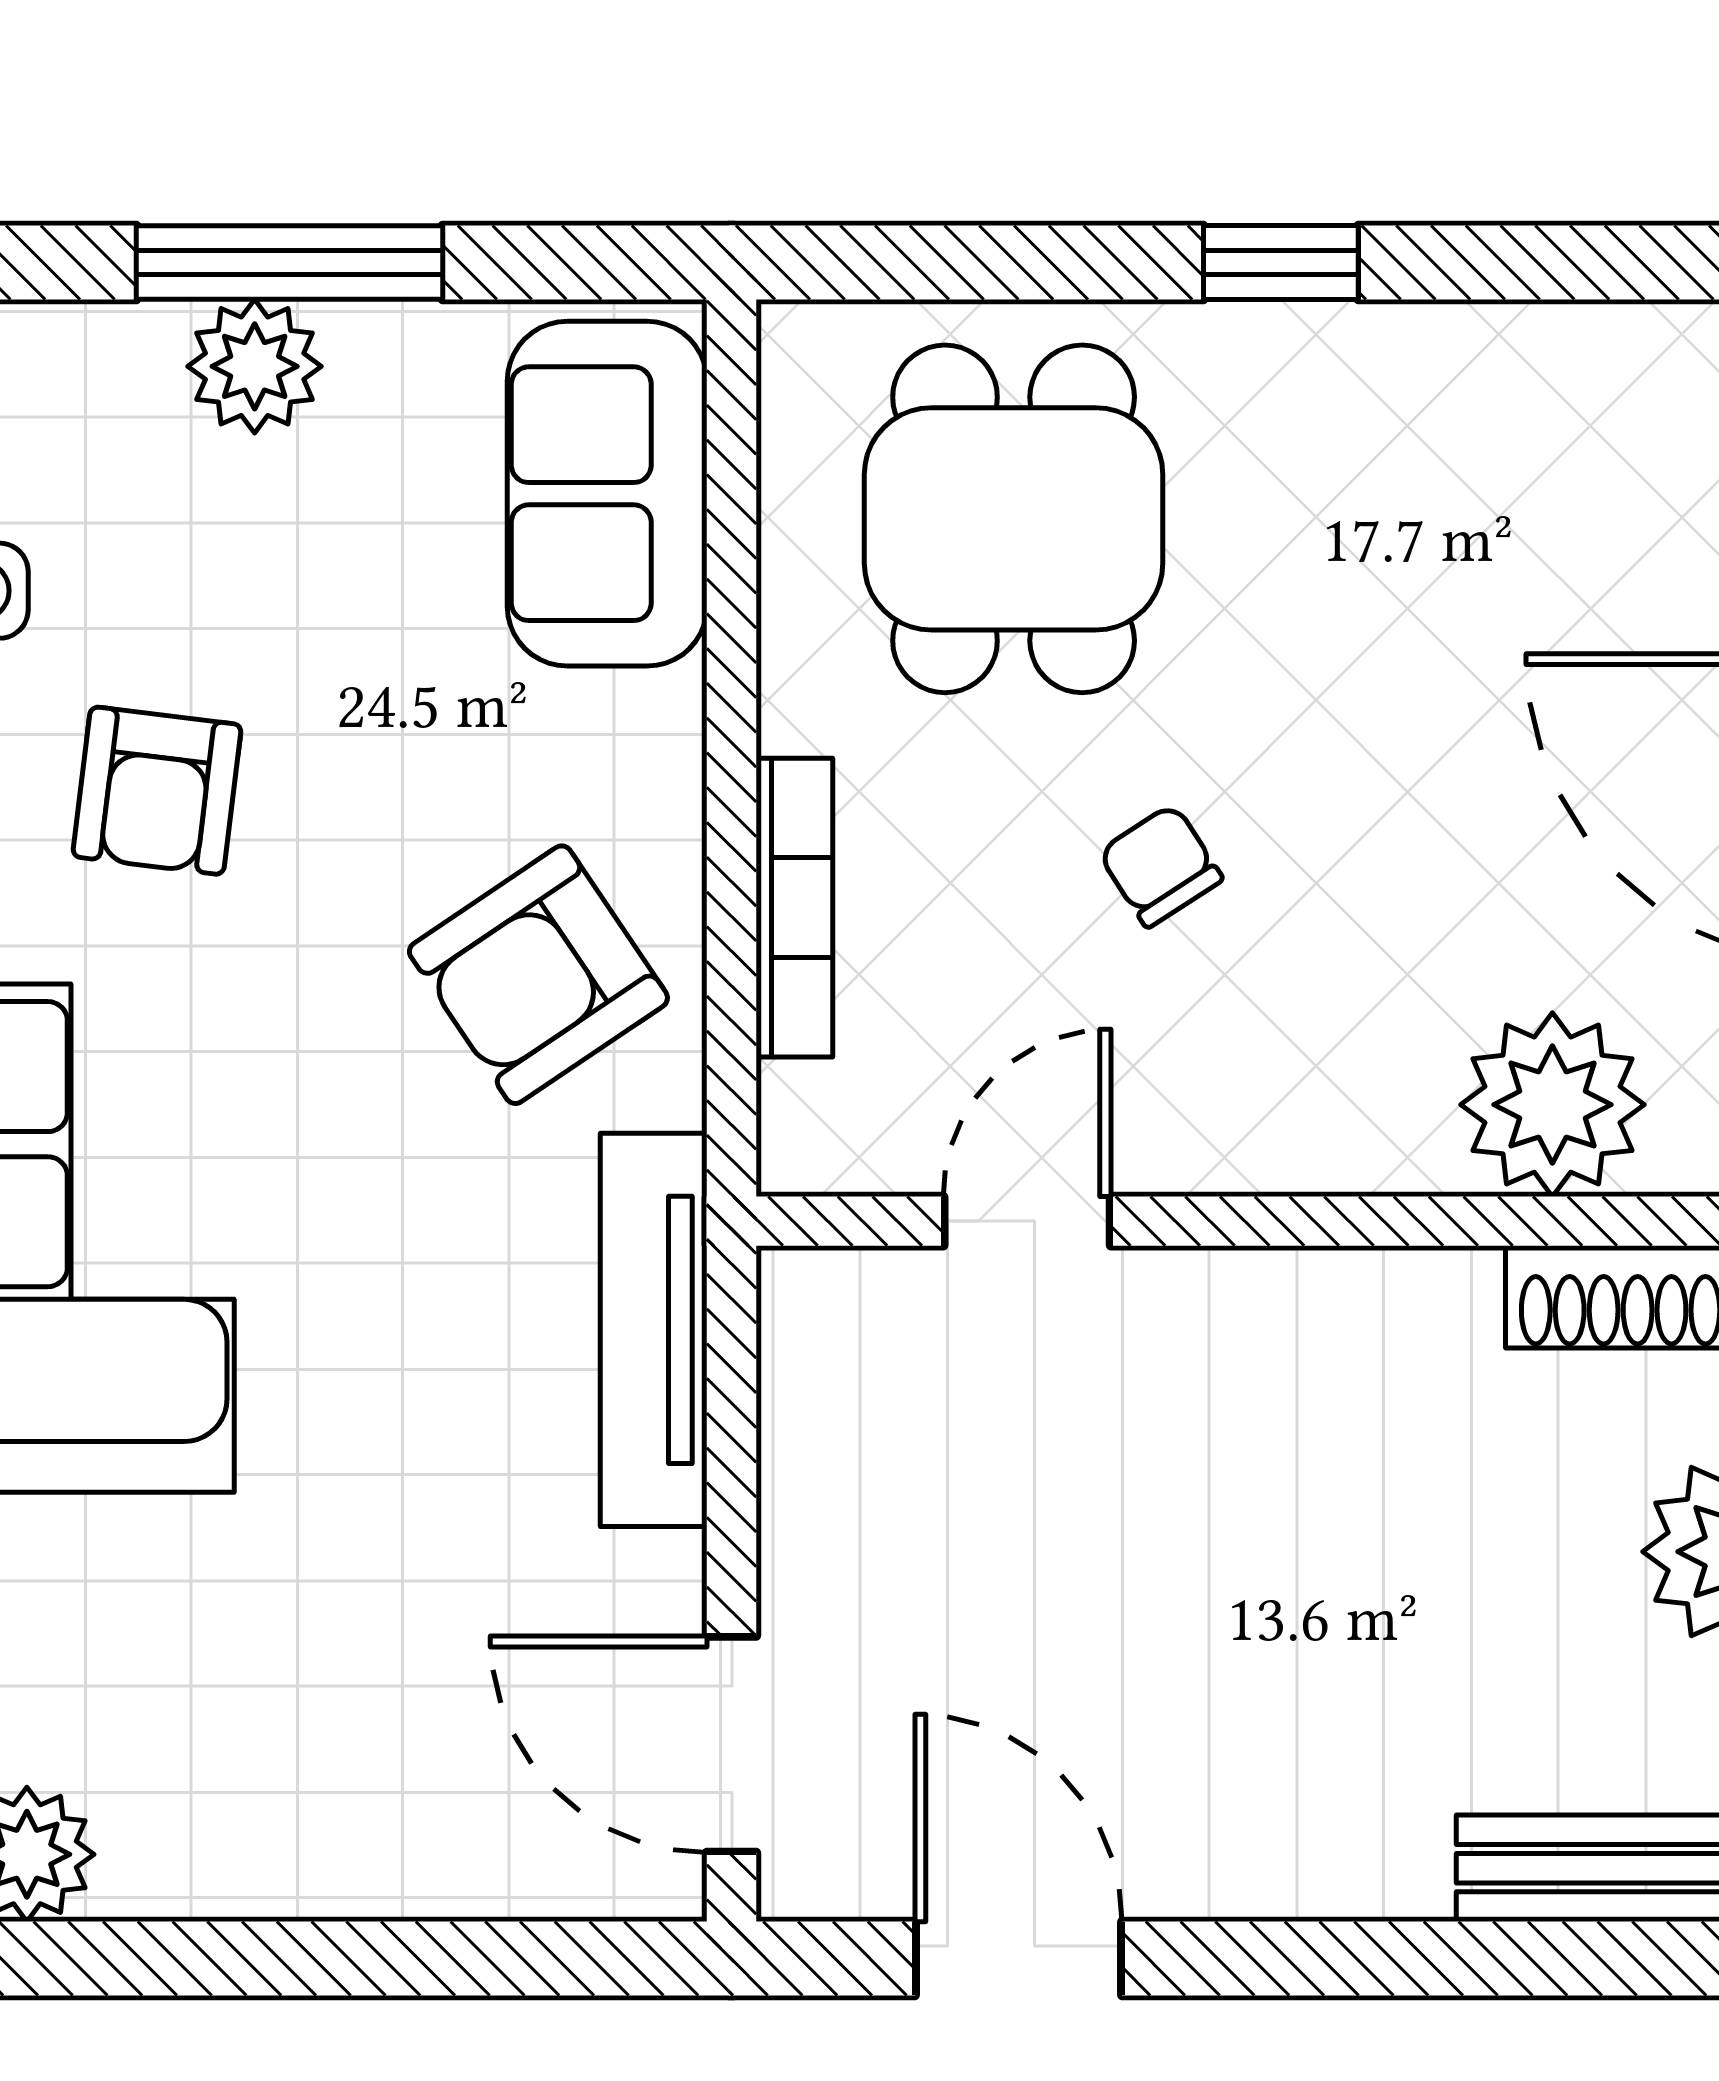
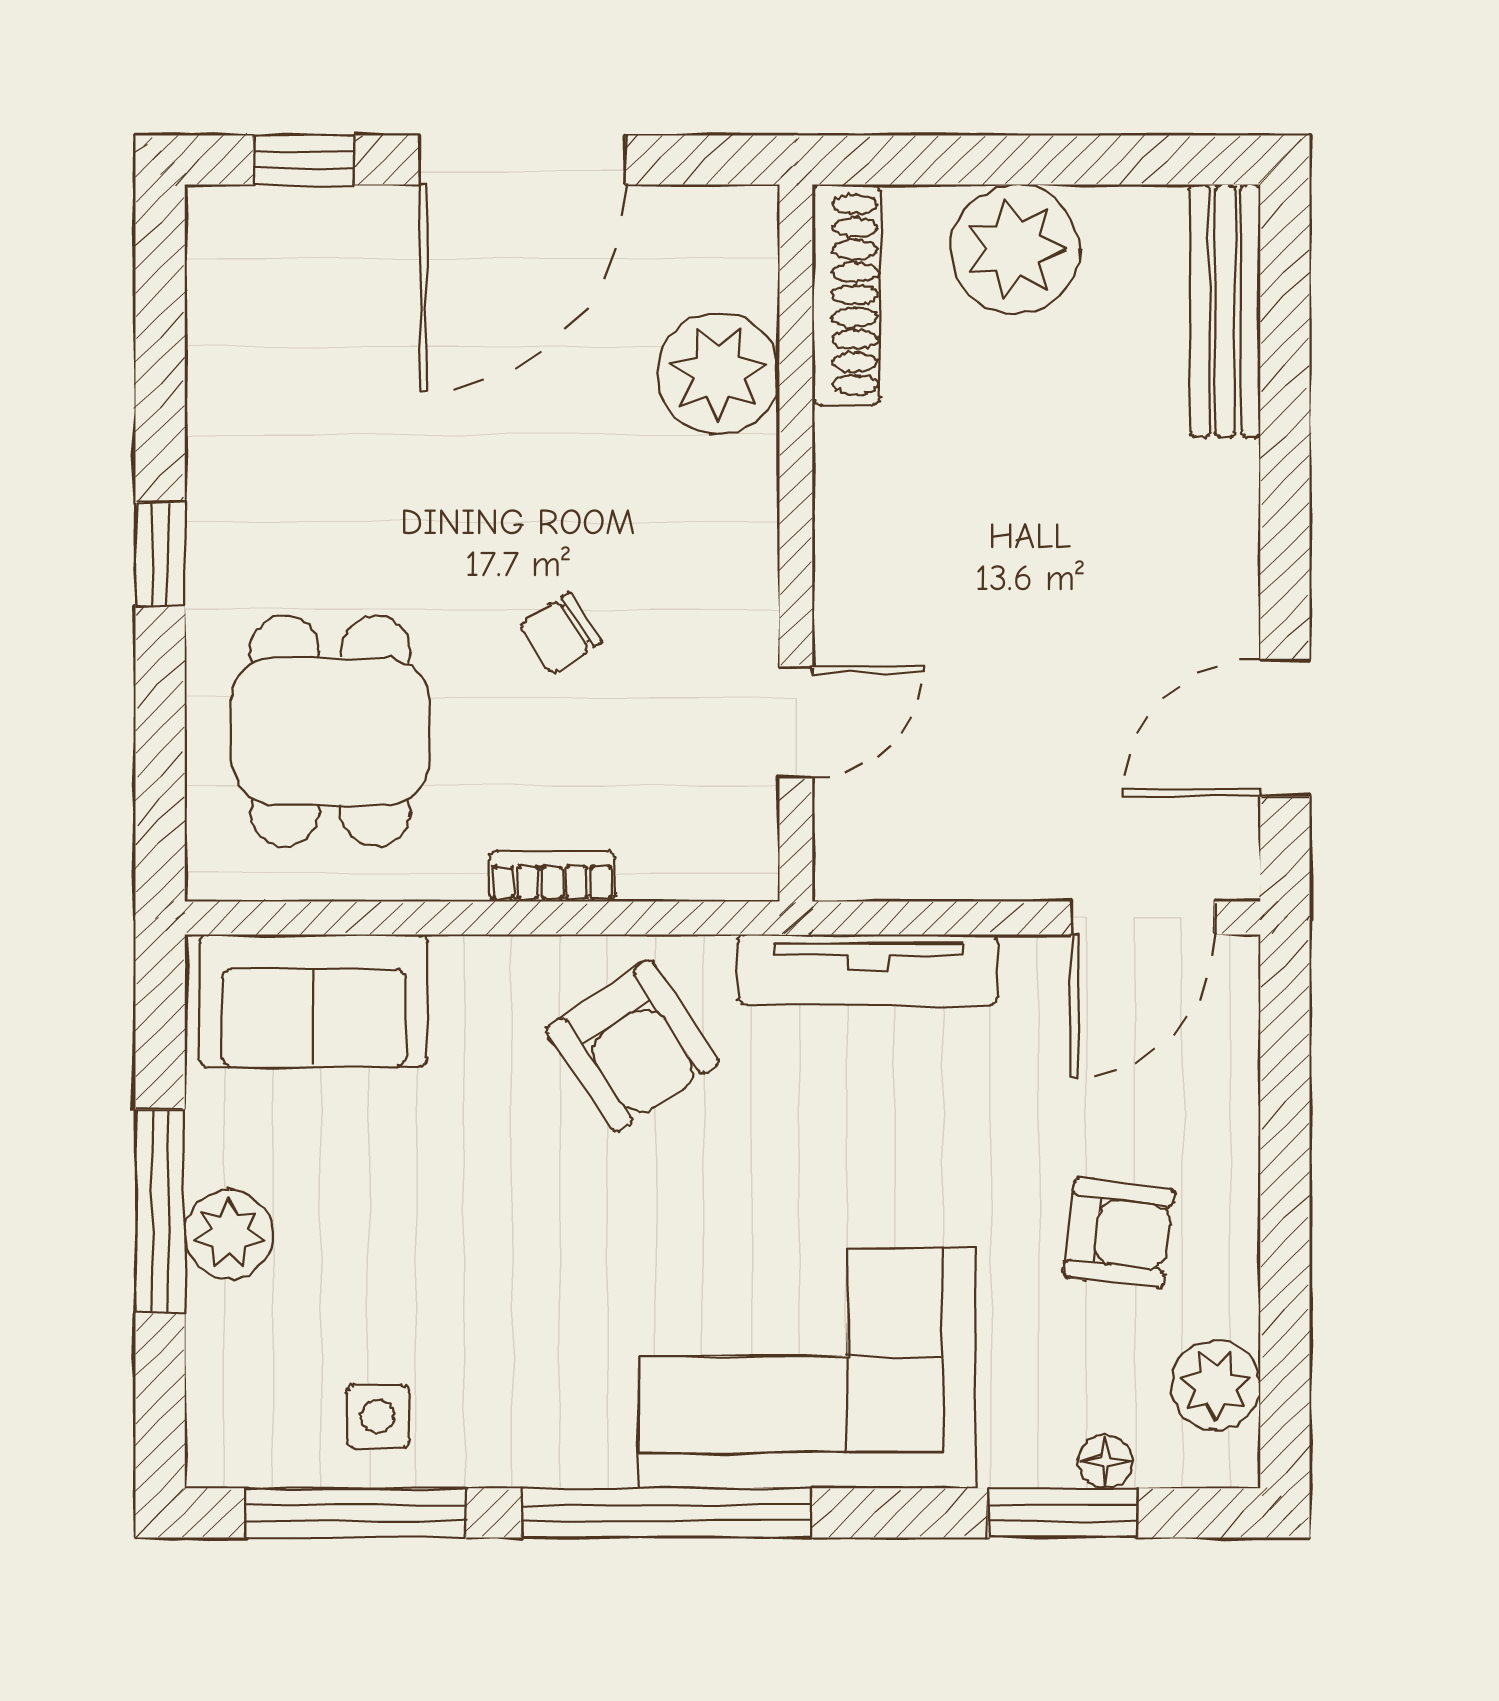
dining table: (1014, 519) -> (330, 731), turned 90
armchair: (157, 791) -> (1119, 1233), moved
bookcase: (794, 908) -> (552, 876), width x0.64
door: (1027, 1221) -> (796, 722), swing flipped

